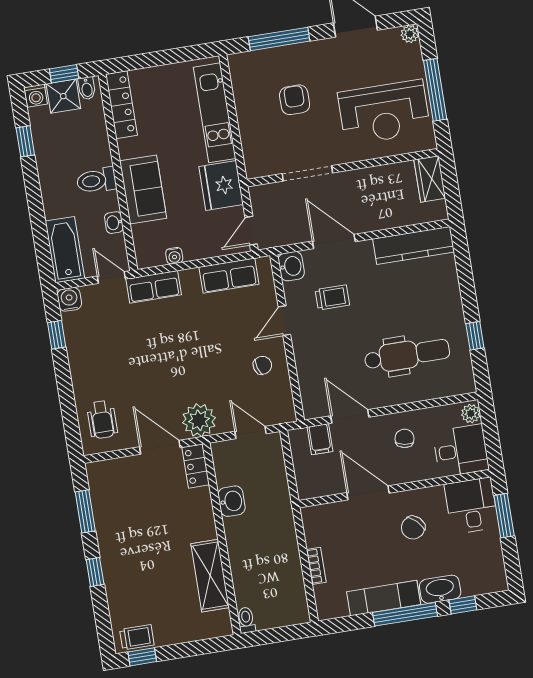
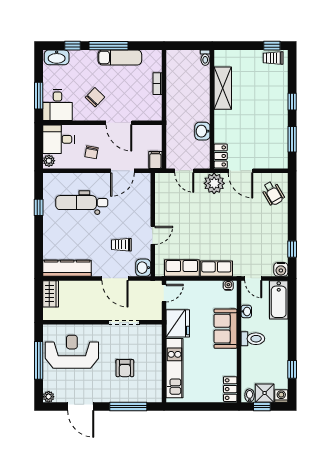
locker: (121, 105) -> (230, 389), width x0.66
wardrobe: (430, 179) -> (51, 294), moved
water cooler: (174, 256) -> (228, 285), moved
row of seats: (154, 287) -> (216, 269), moved
chair: (262, 365) -> (170, 210), removed
door: (350, 416) -> (122, 171), hinge flipped
wheelchair: (102, 420) -> (273, 193), turned 150
filing cabinet: (320, 439) -> (155, 160), moved
washbasin: (440, 589) -> (57, 57), moved

